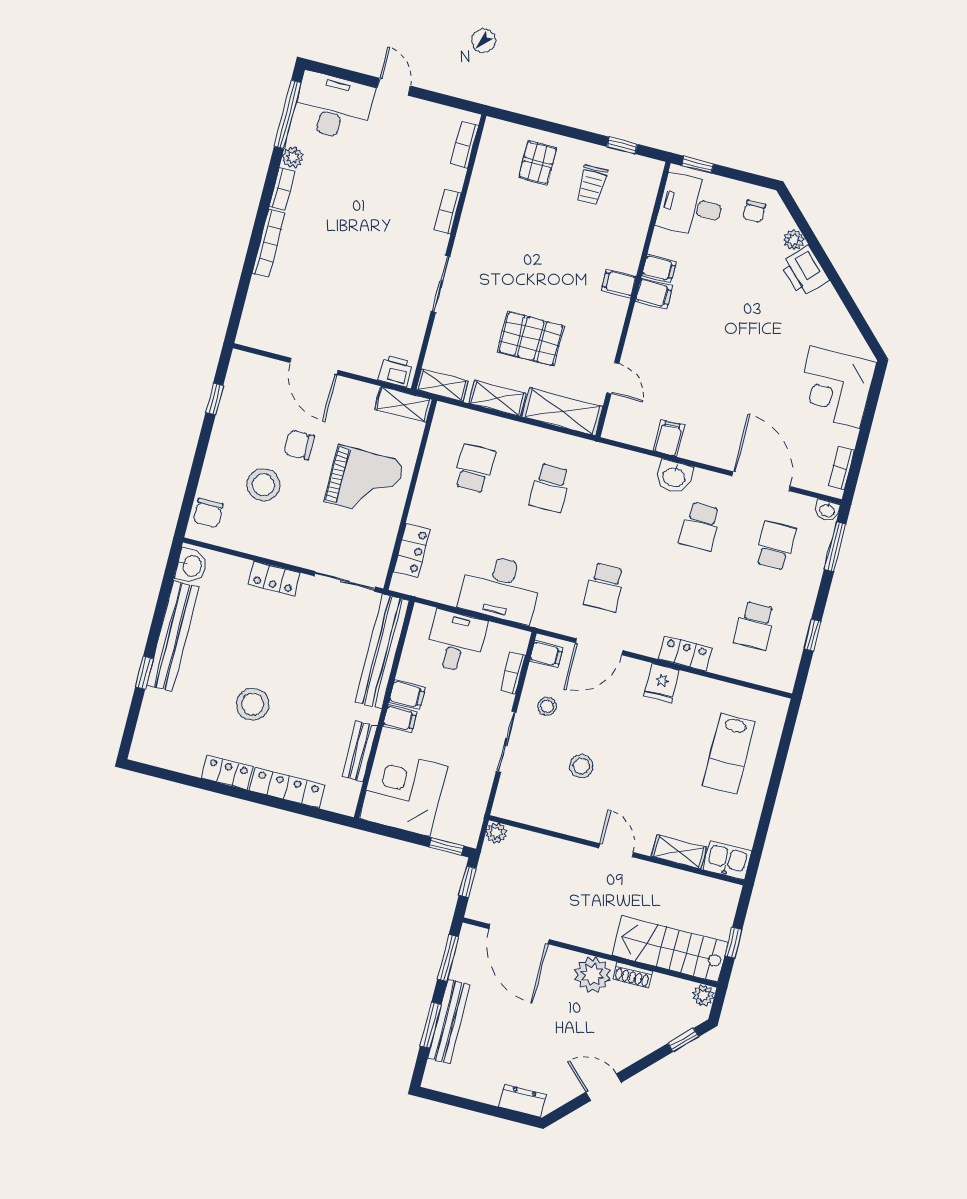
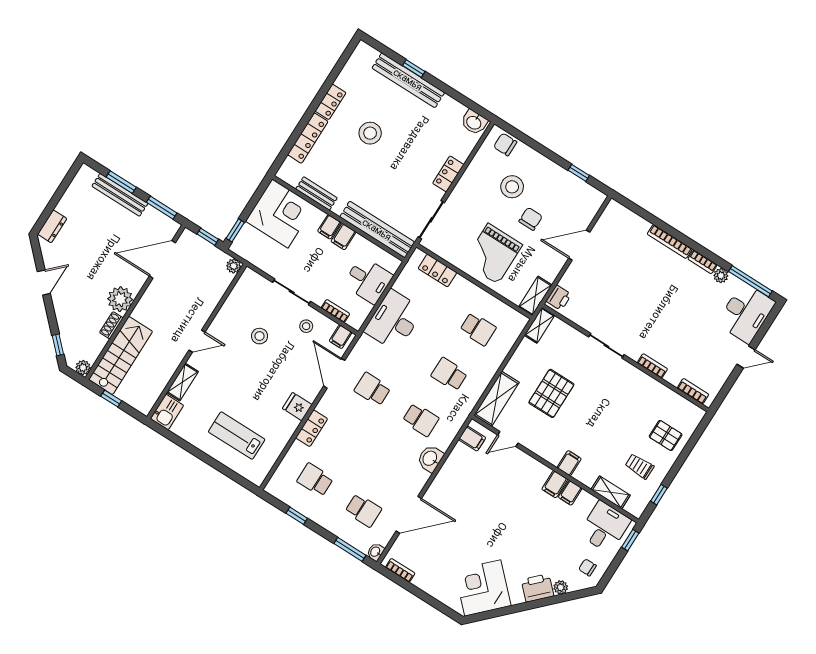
corner desk: (835, 387) -> (483, 588), moved, turned -45
shelving: (497, 399) -> (611, 492), moved, turned 90
filing cabinet: (669, 438) -> (472, 439), moved
school desk: (700, 526) -> (421, 420), moved, turned 180
bench: (173, 636) -> (408, 80), moved

